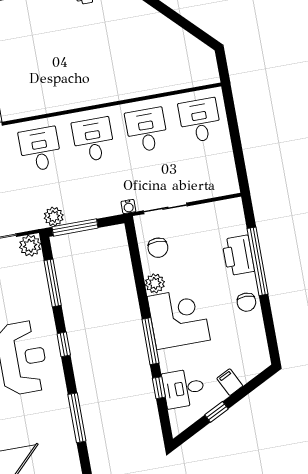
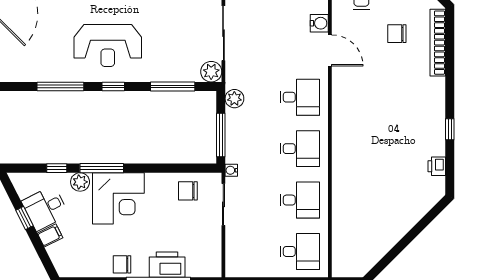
window: (75, 227) -> (221, 135), moved
plant: (155, 283) -> (80, 182), moved
desk: (184, 388) -> (45, 208), moved, turned -117
window: (77, 418) -> (60, 87), moved

